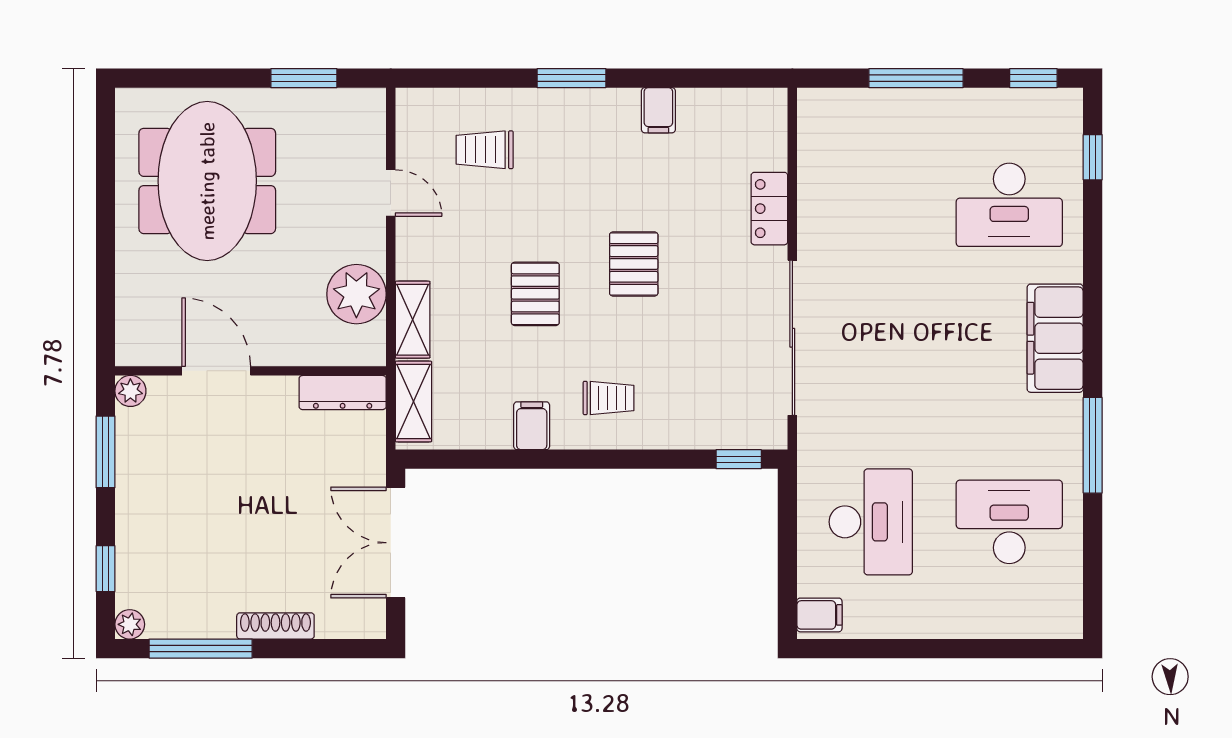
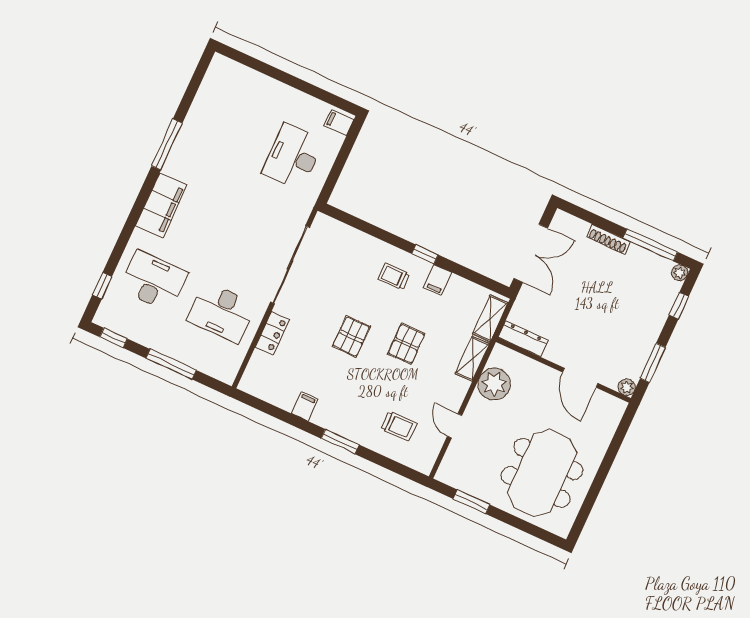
window: (739, 459) -> (425, 254), moved
desk: (1009, 522) -> (222, 312), moved

